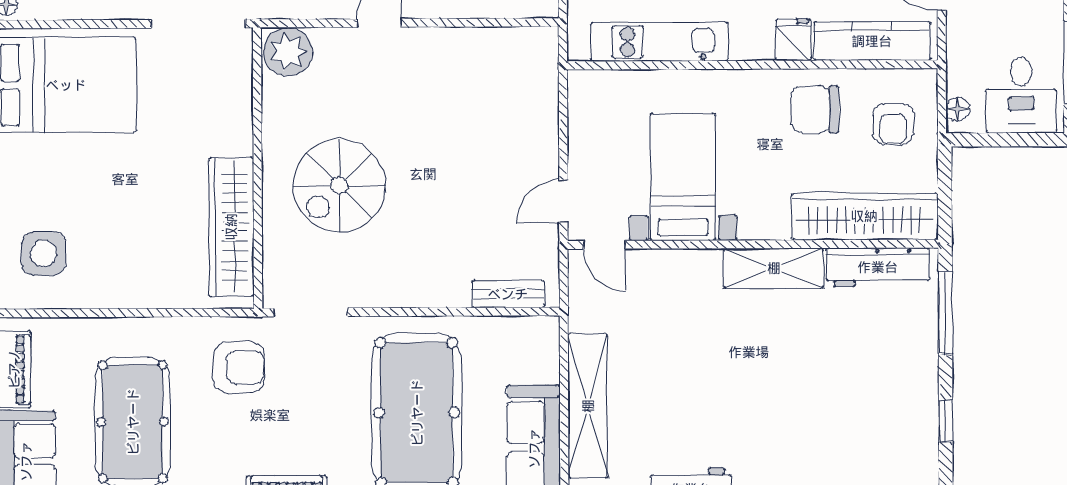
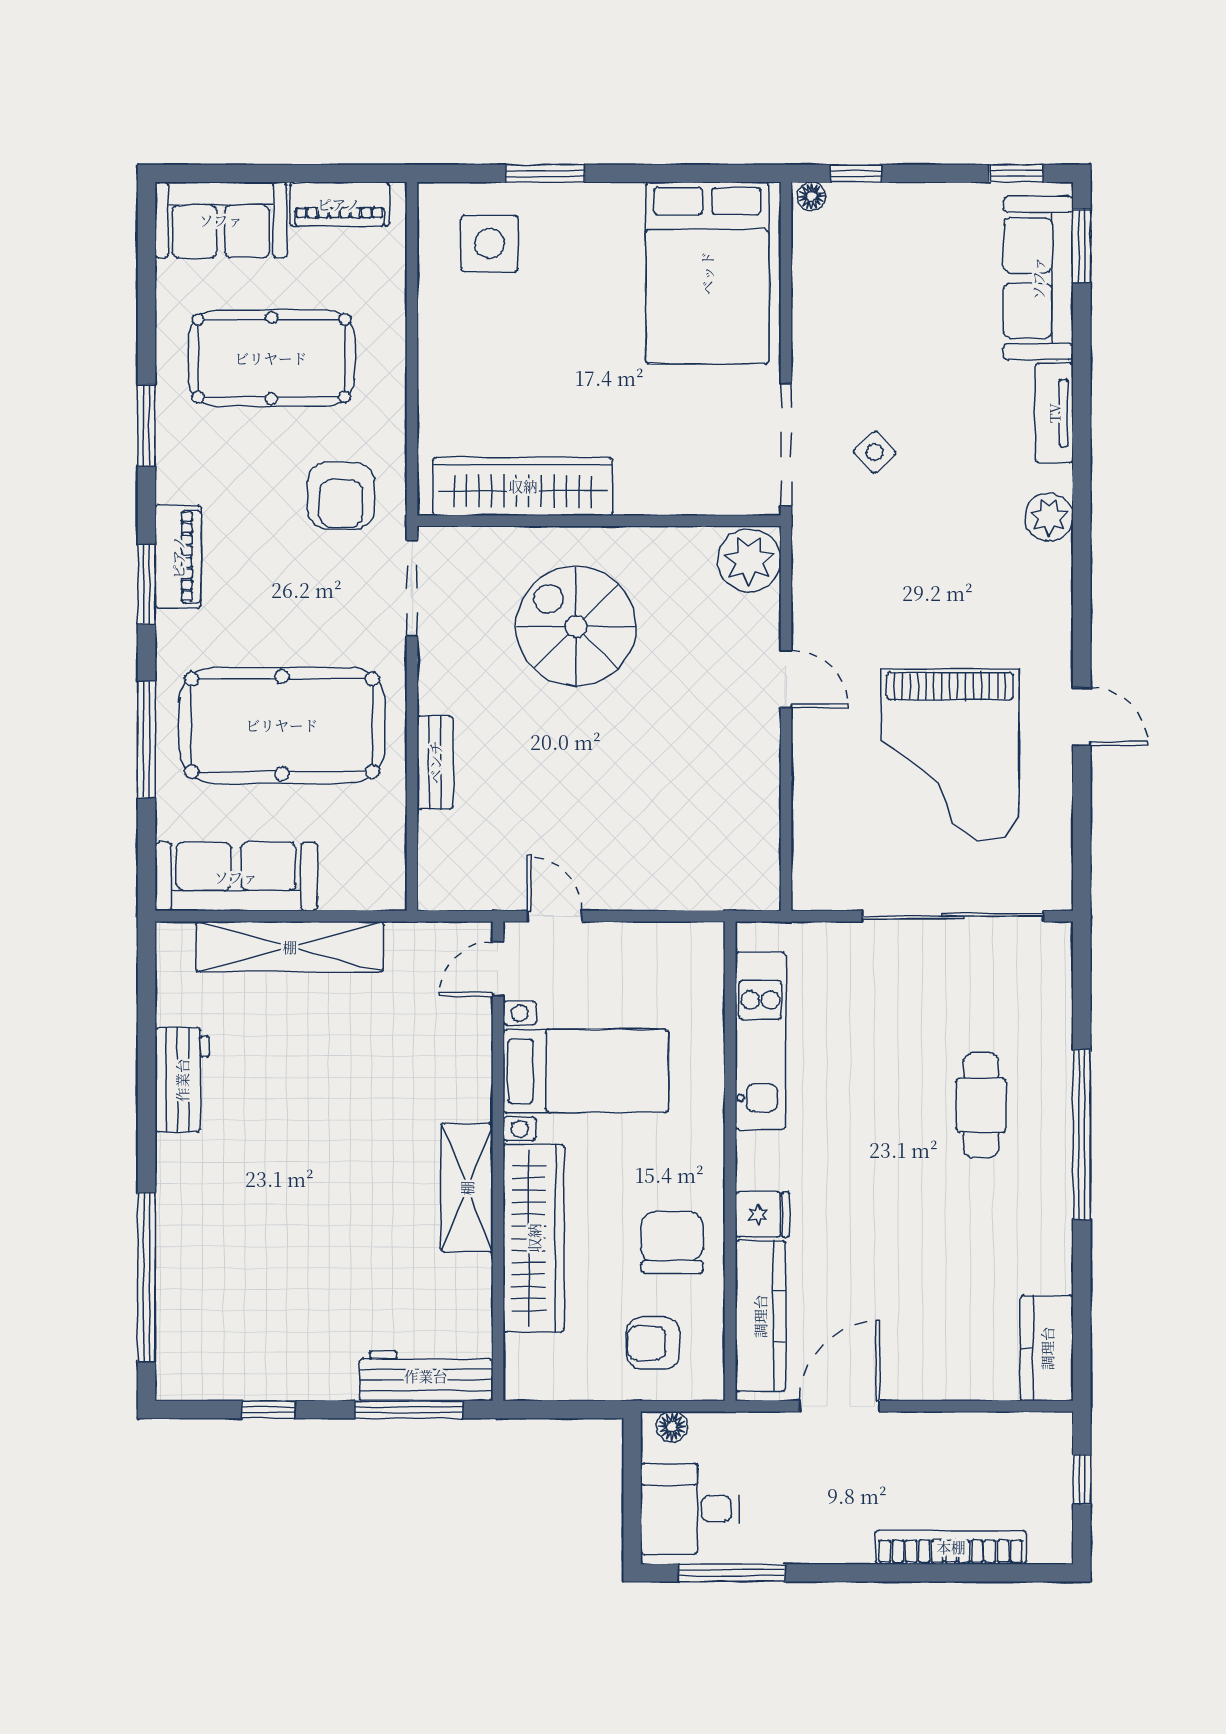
wardrobe: (864, 216) -> (534, 1238), moved
workbench: (878, 267) -> (426, 1376), moved, turned 90
bench: (508, 294) -> (435, 762), moved

